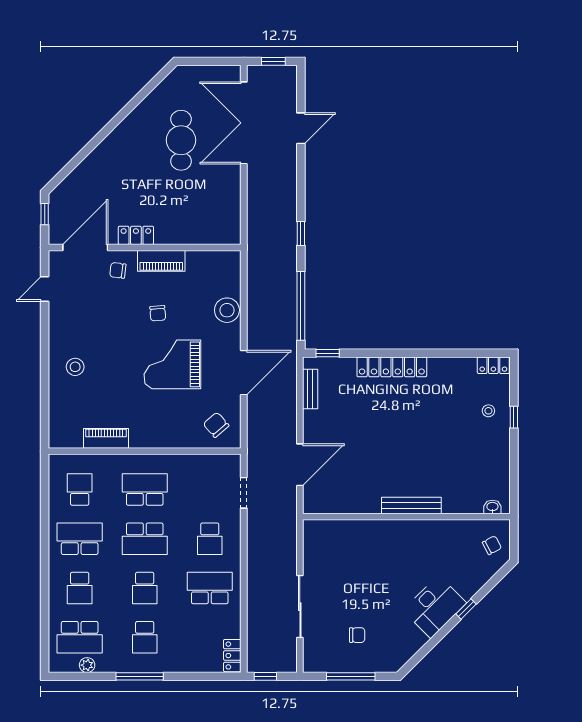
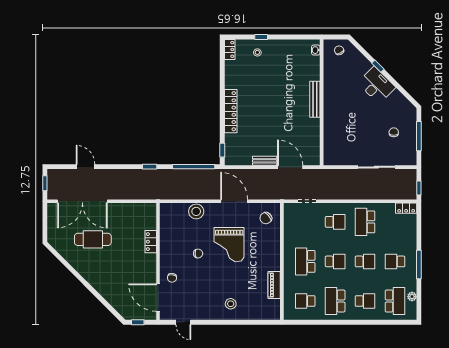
locker: (136, 235) -> (151, 242), moved
piano: (161, 261) -> (166, 251), removed
bench: (310, 389) -> (265, 161), moved
school desk: (145, 539) -> (335, 261), width x0.54
school desk: (145, 637) -> (395, 261), turned 180

